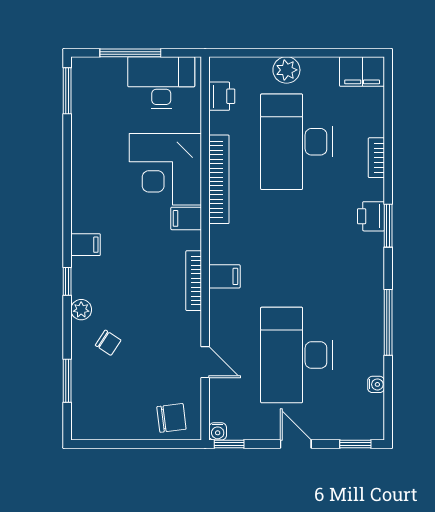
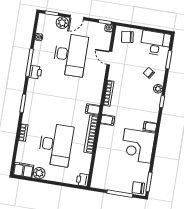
plant: (286, 70) -> (39, 173), moved
chair: (90, 73) -> (138, 188), added
desk: (161, 83) -> (155, 43), moved, turned 180
printer: (222, 96) -> (82, 180), moved
corner desk: (165, 169) -> (138, 146), moved, turned 180
printer: (371, 216) -> (35, 72), moved
filing cabinet: (86, 245) -> (150, 127), moved
filing cabinet: (224, 276) -> (93, 109), moved
plant: (327, 426) -> (62, 23), added
door: (296, 444) -> (77, 17), hinge flipped

